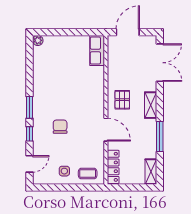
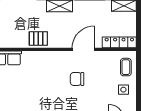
pallet: (122, 100) -> (38, 38), moved
chair: (60, 127) -> (77, 79), moved

